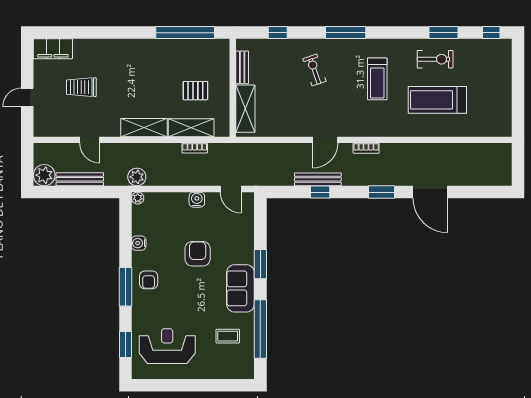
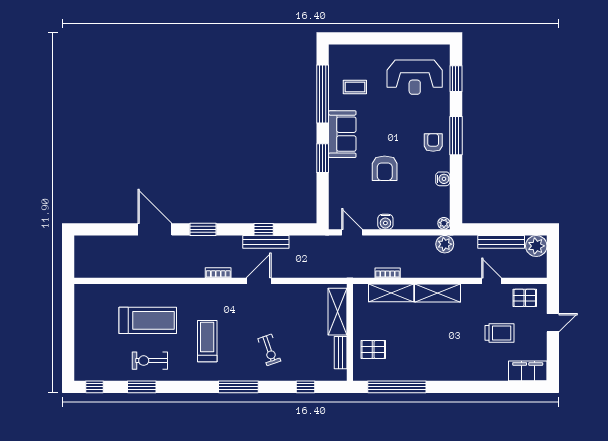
pallet: (195, 91) -> (373, 350), moved
pallet: (56, 123) -> (525, 298), added

